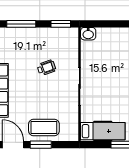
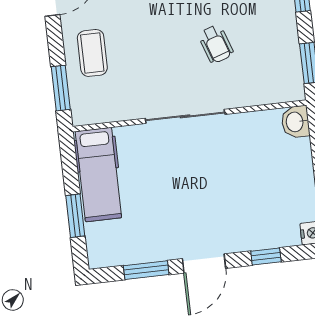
coffee table: (44, 127) -> (92, 53), width x0.73, depth x0.76
window: (41, 145) -> (61, 88), moved

